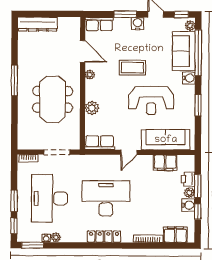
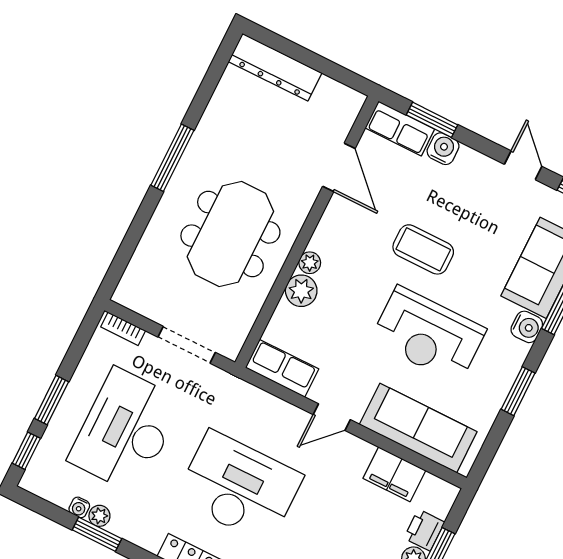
window: (125, 14) -> (432, 120), moved
water cooler: (138, 24) -> (443, 149), moved
plant: (90, 75) -> (310, 263), moved
window: (33, 245) -> (97, 534), moved

